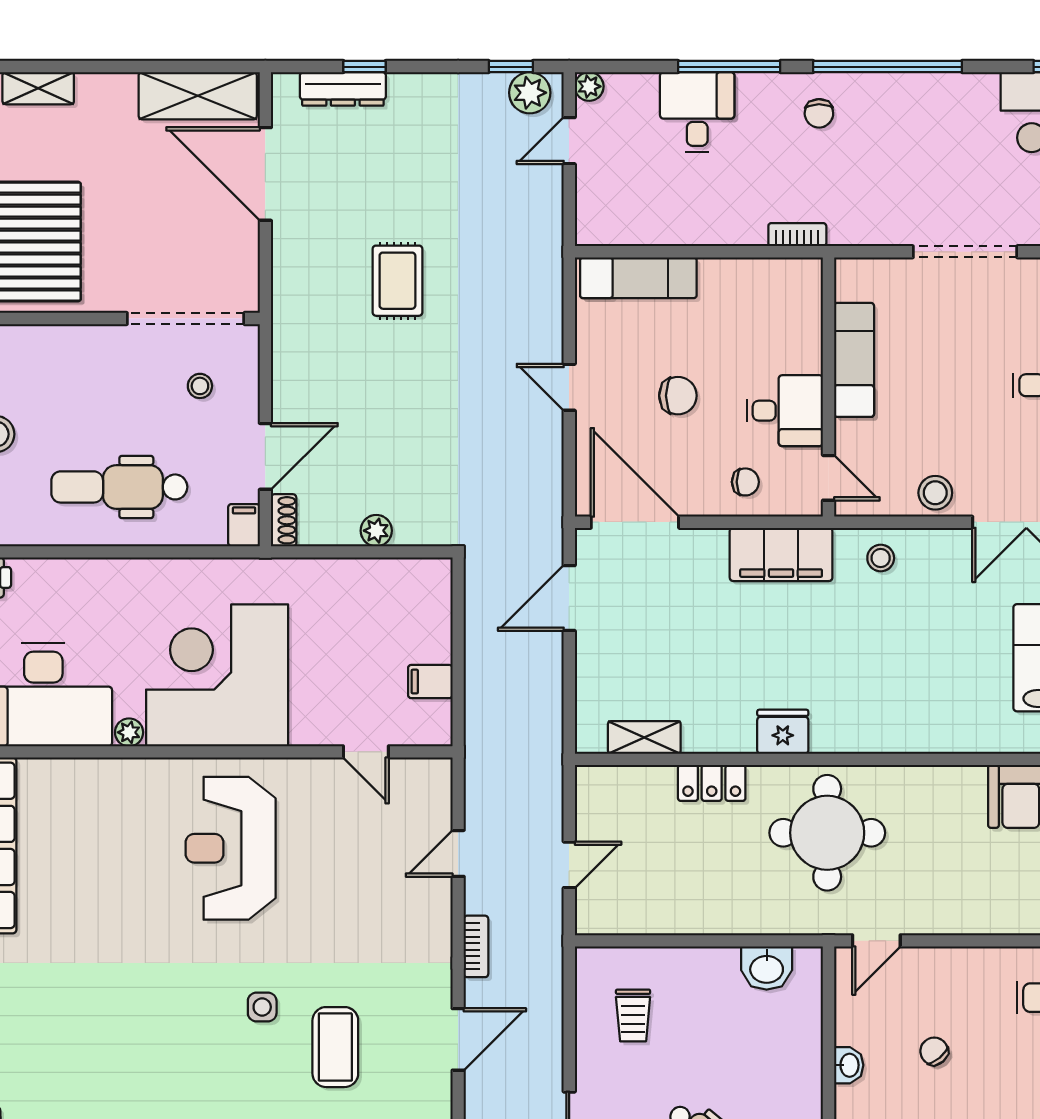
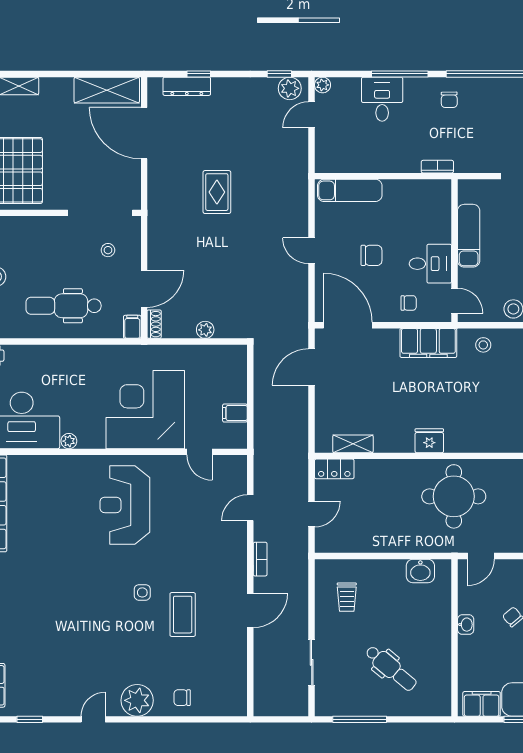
corner desk: (217, 675) -> (145, 410), moved
locker: (712, 783) -> (334, 469), moved

